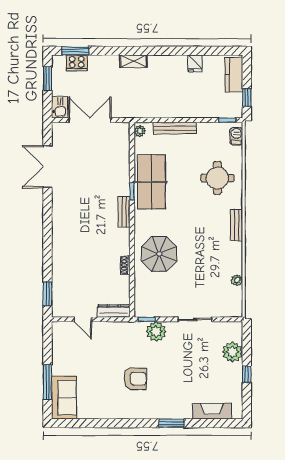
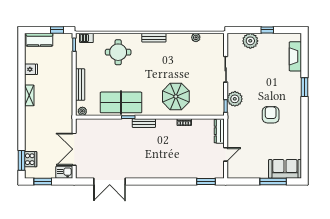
shelving: (133, 61) -> (29, 95), moved

